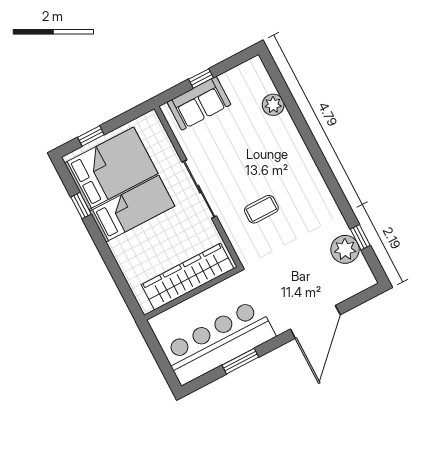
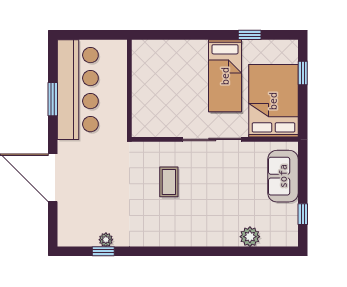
window: (201, 78) -> (303, 214), moved
bed: (111, 168) -> (273, 101), moved, turned 180
plant: (345, 249) -> (106, 240), width x0.53, depth x0.53
wardrobe: (188, 277) -> (145, 92), removed

